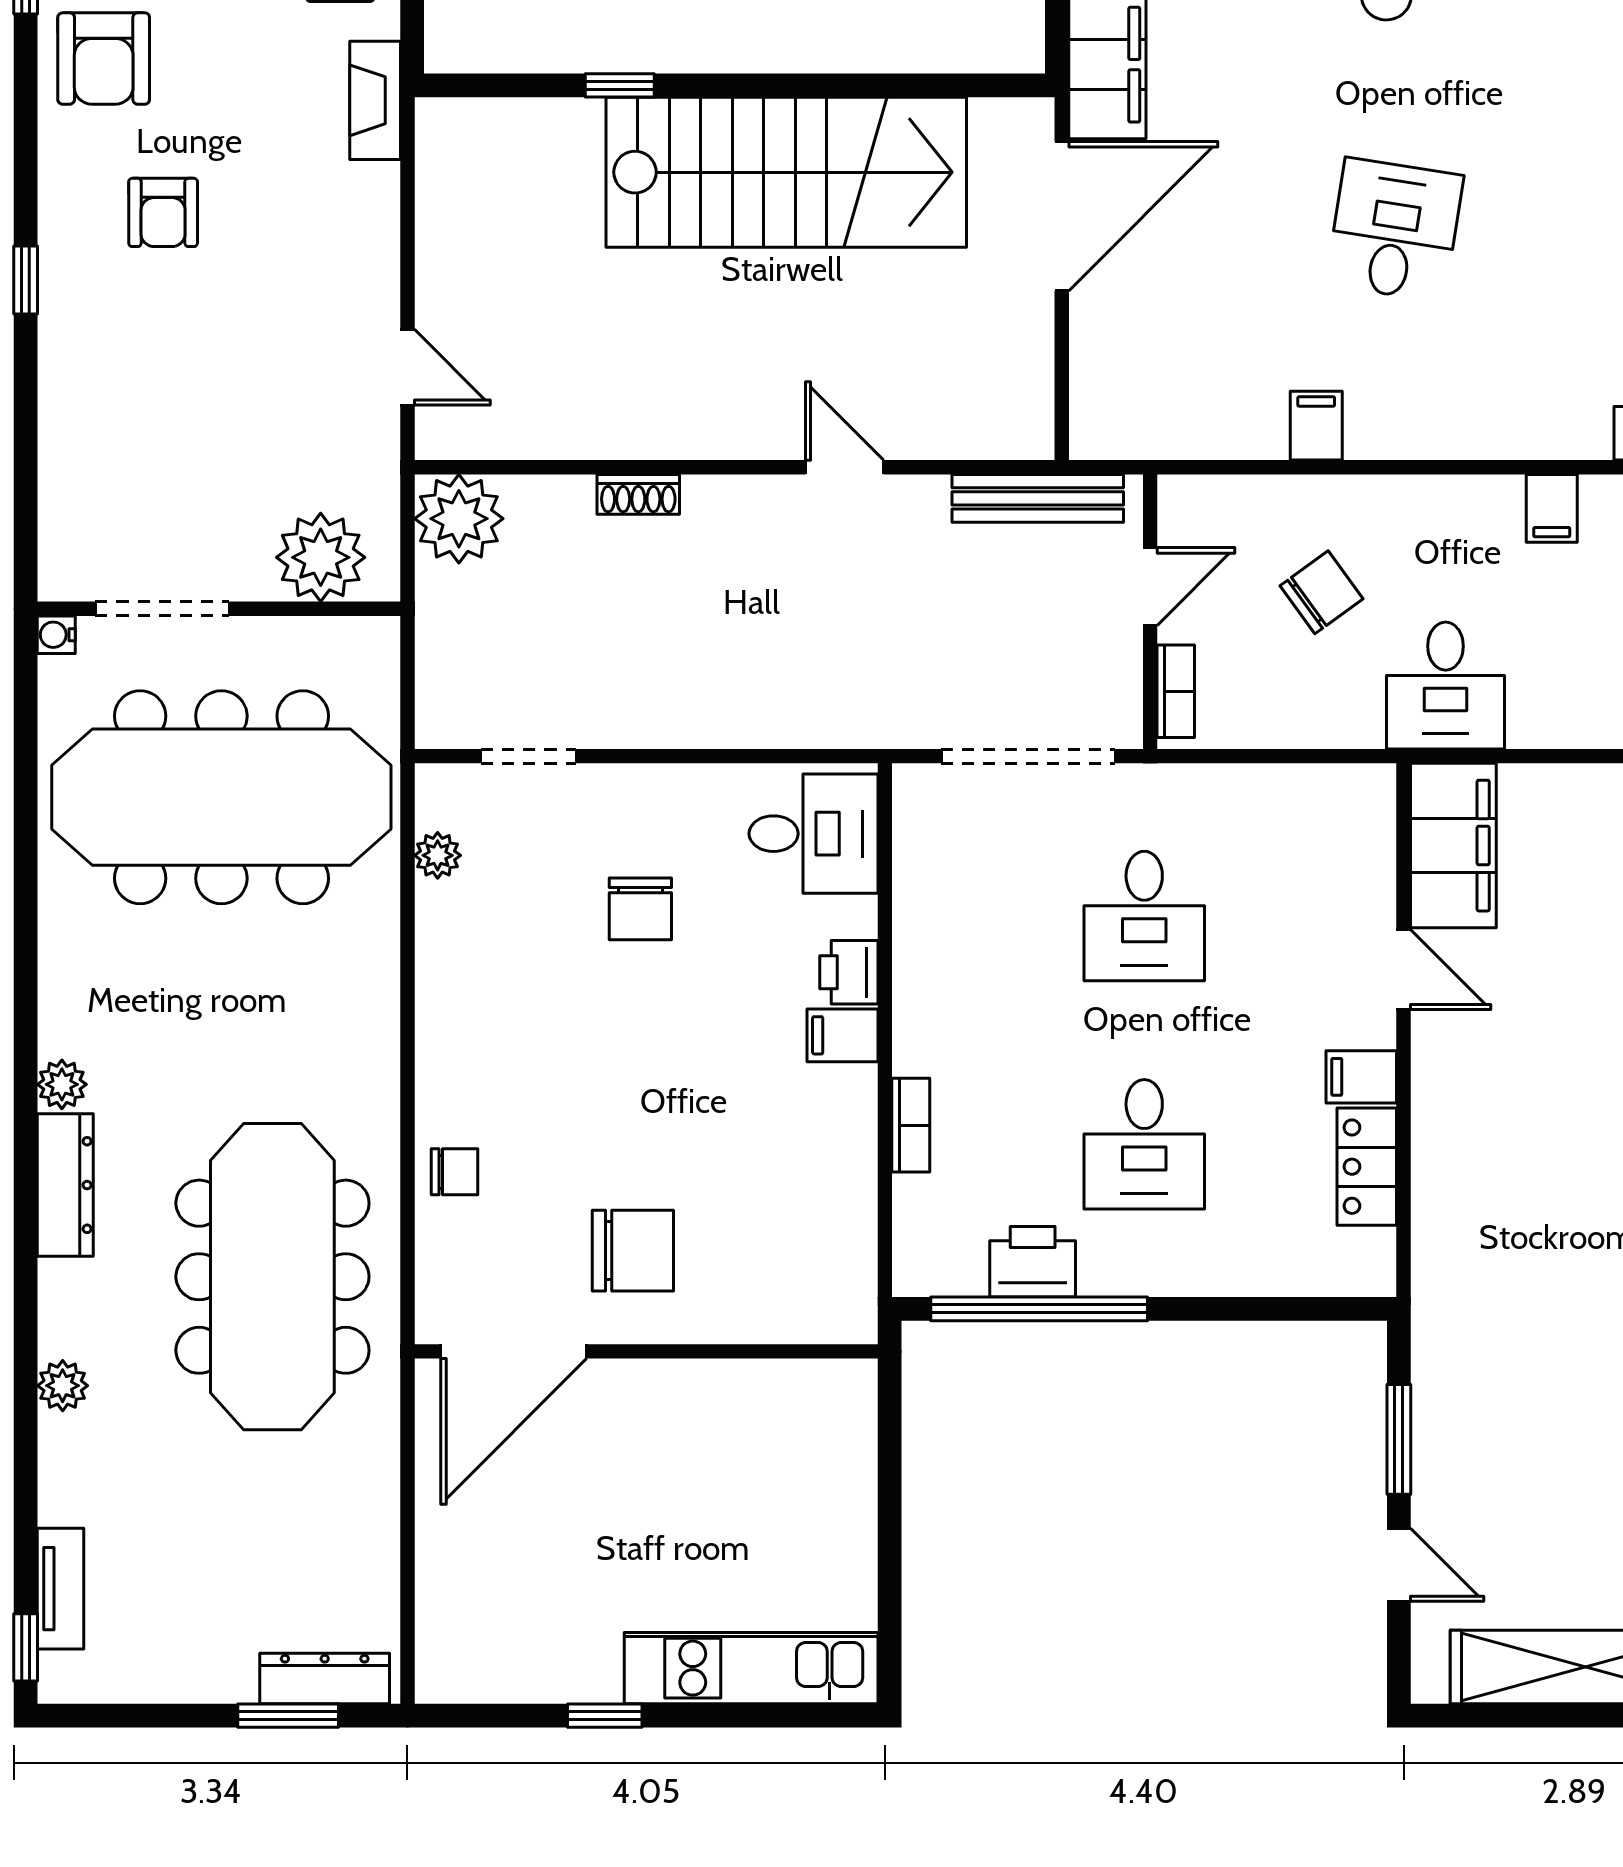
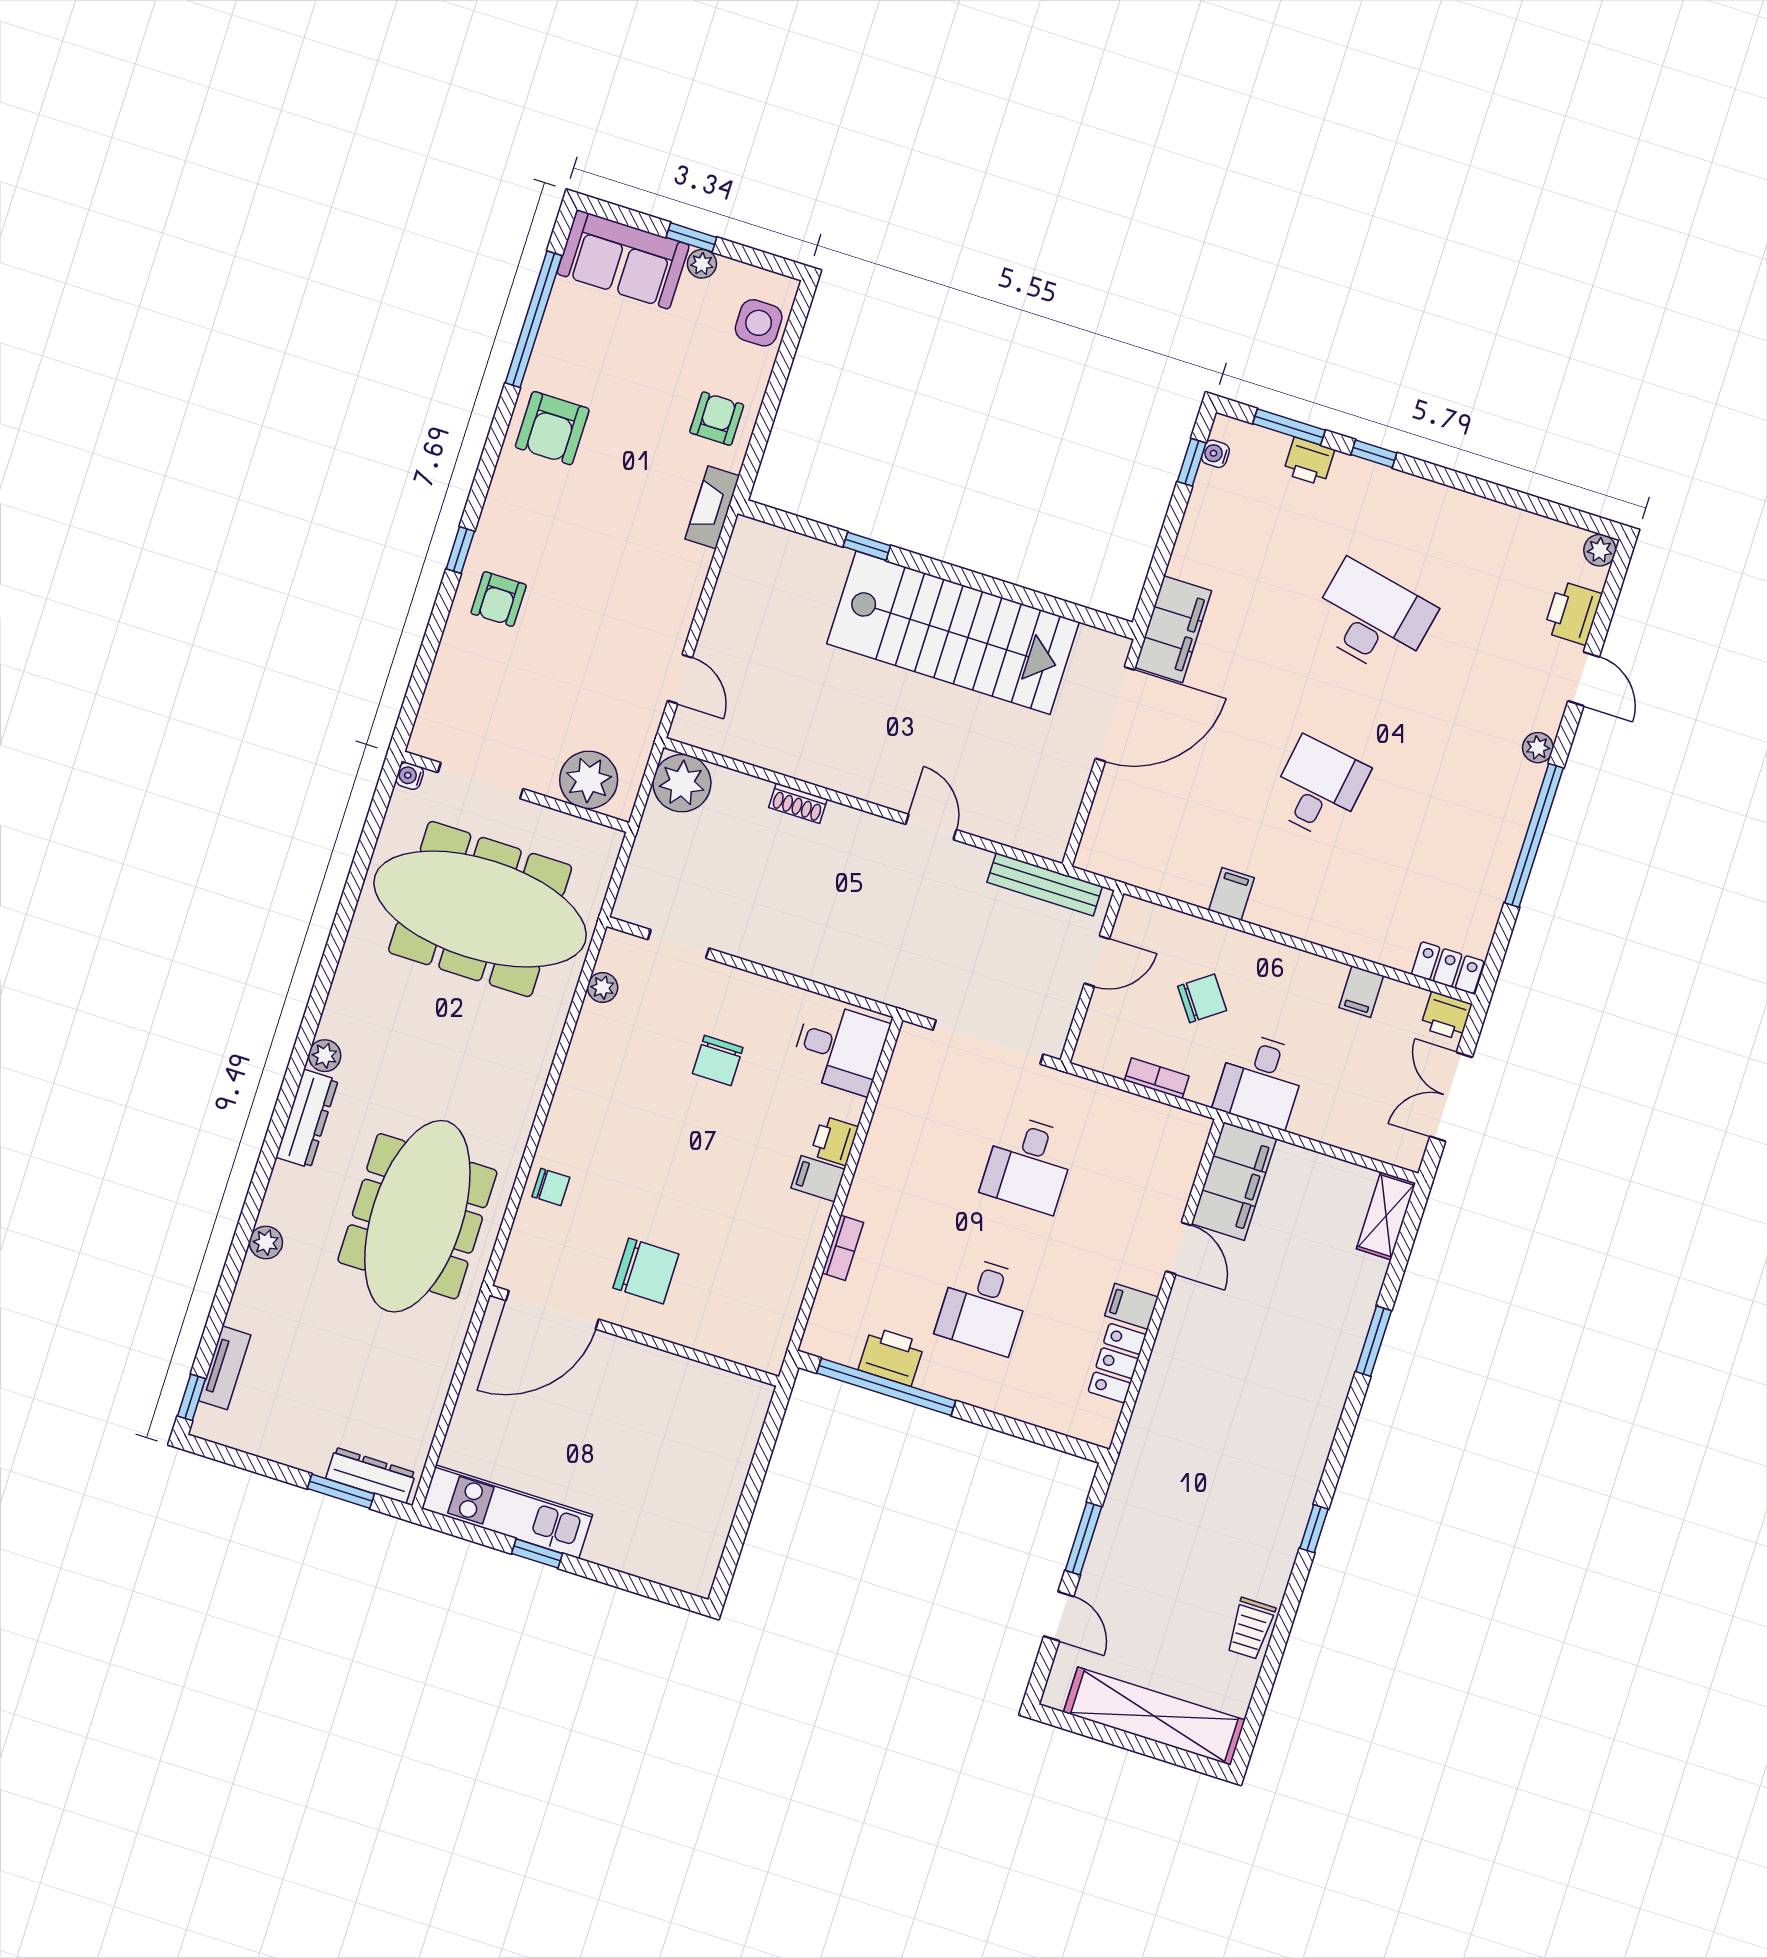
armchair: (163, 212) -> (499, 599), moved
bookcase: (1176, 691) -> (1157, 1078), moved, turned -90
kitchen unit: (751, 1668) -> (507, 1512), moved

